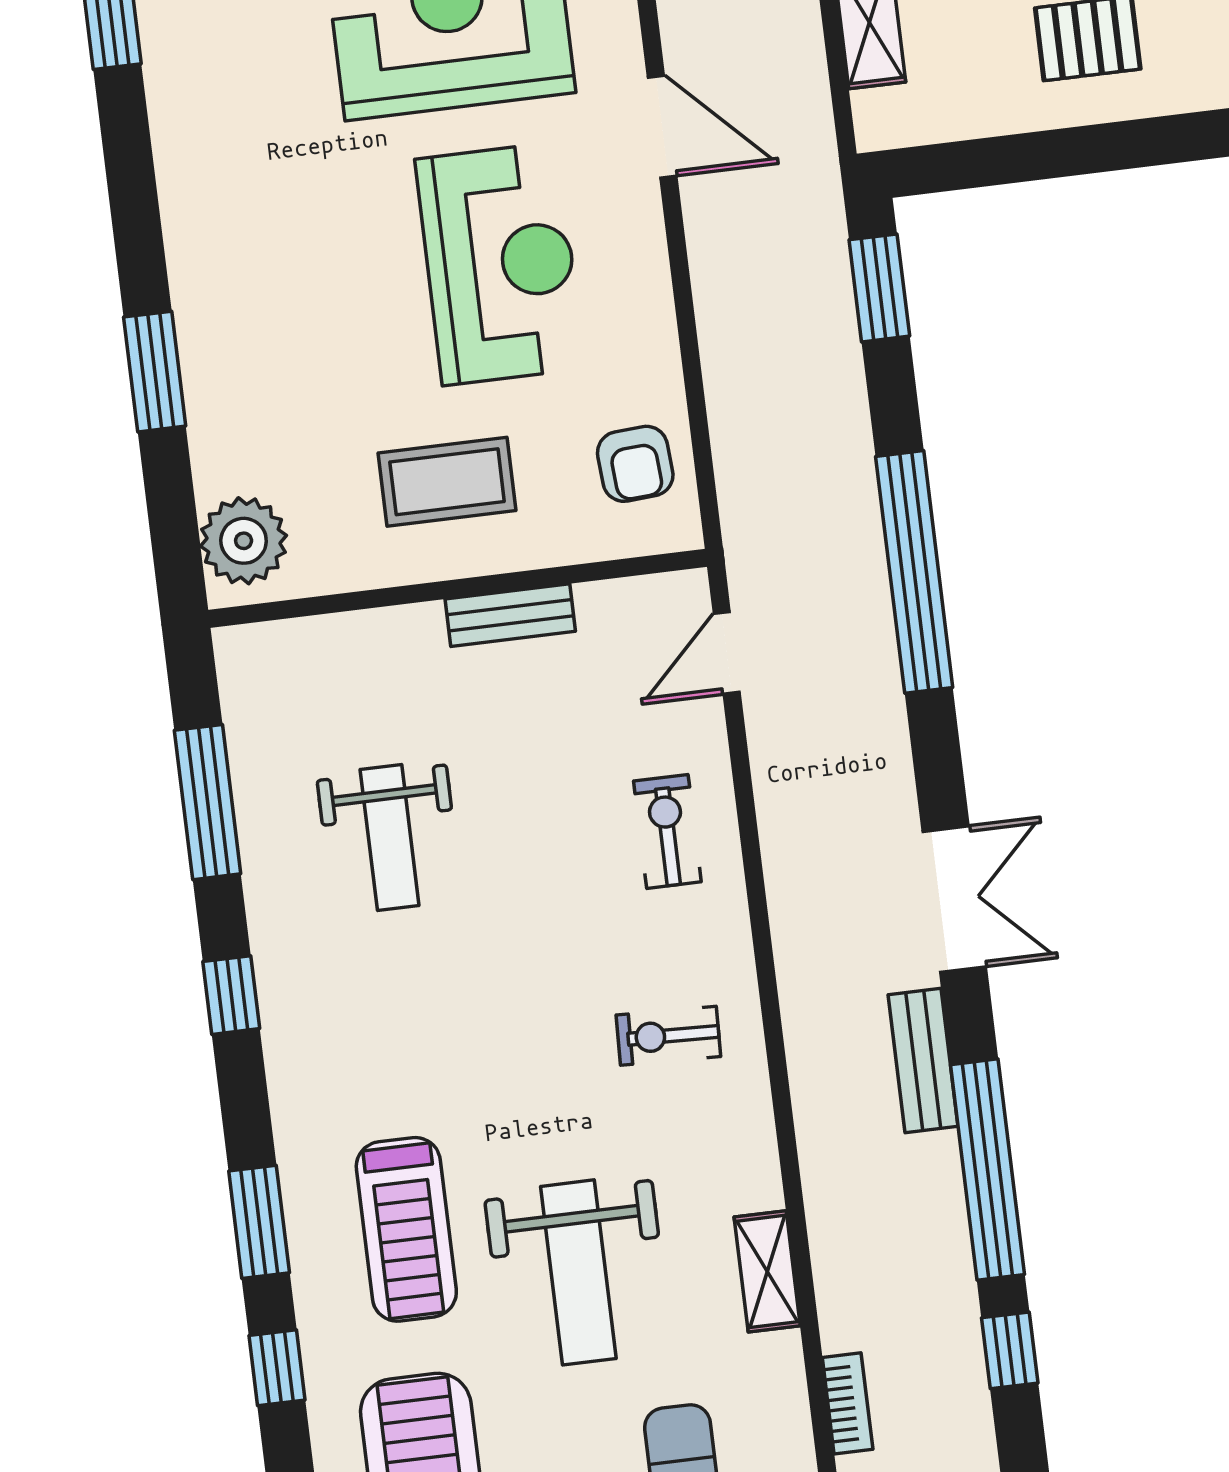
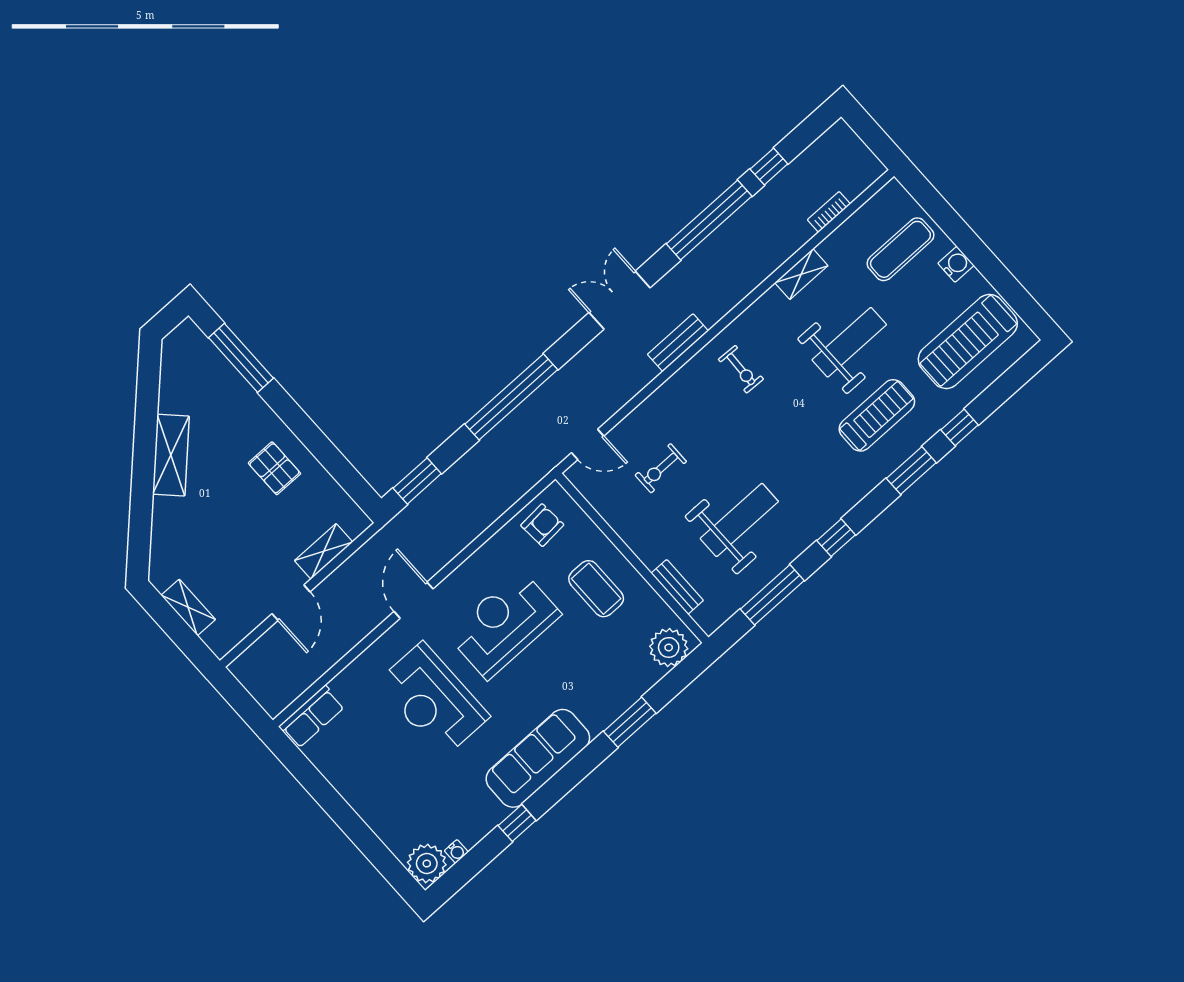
sofa: (206, 154) -> (538, 758), added
bench: (510, 615) -> (677, 587), moved
exercise bike: (667, 831) -> (661, 468), moved
weight bench: (390, 838) -> (739, 520), width x1.36, depth x1.33
bench: (923, 1061) -> (678, 343), moved

